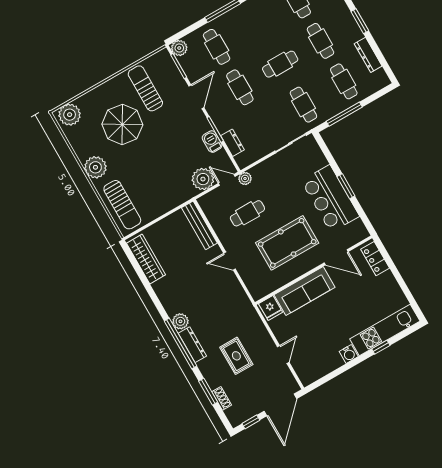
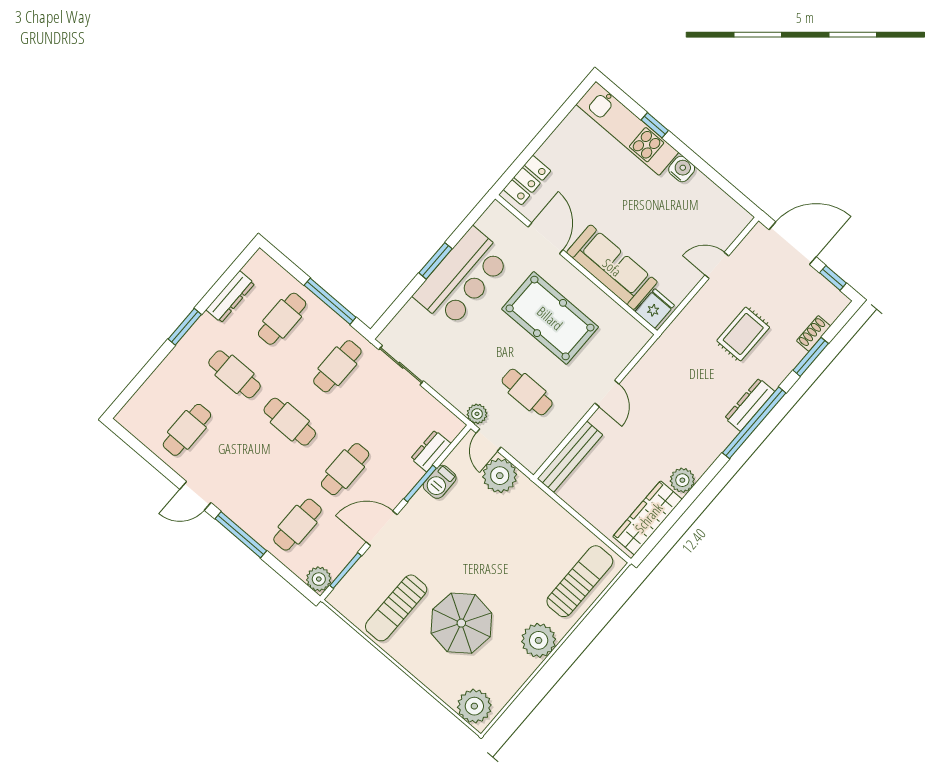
cafe table: (321, 41) -> (235, 374), turned 90
plant: (180, 321) -> (682, 480), moved

